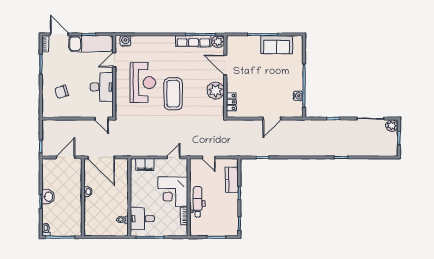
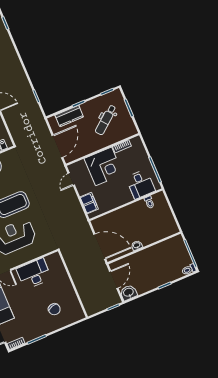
door: (102, 119) -> (63, 261), removed
door: (66, 157) -> (114, 280), swing flipped
door: (101, 157) -> (100, 247), hinge flipped
door: (173, 157) -> (71, 179), hinge flipped
door: (209, 157) -> (57, 146), width x1.87
washbasin: (48, 197) -> (129, 293), moved
dental chair: (198, 202) -> (106, 120), moved, turned -39

